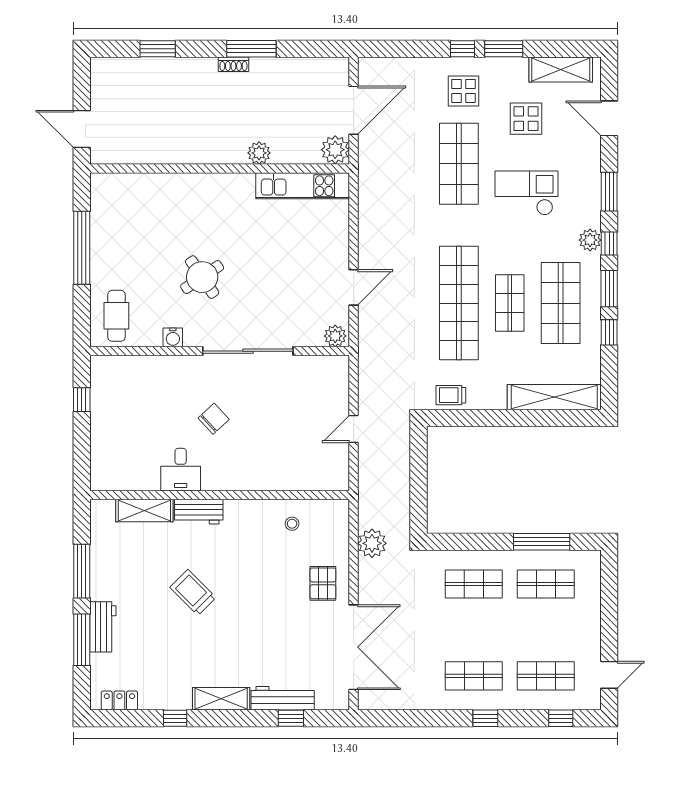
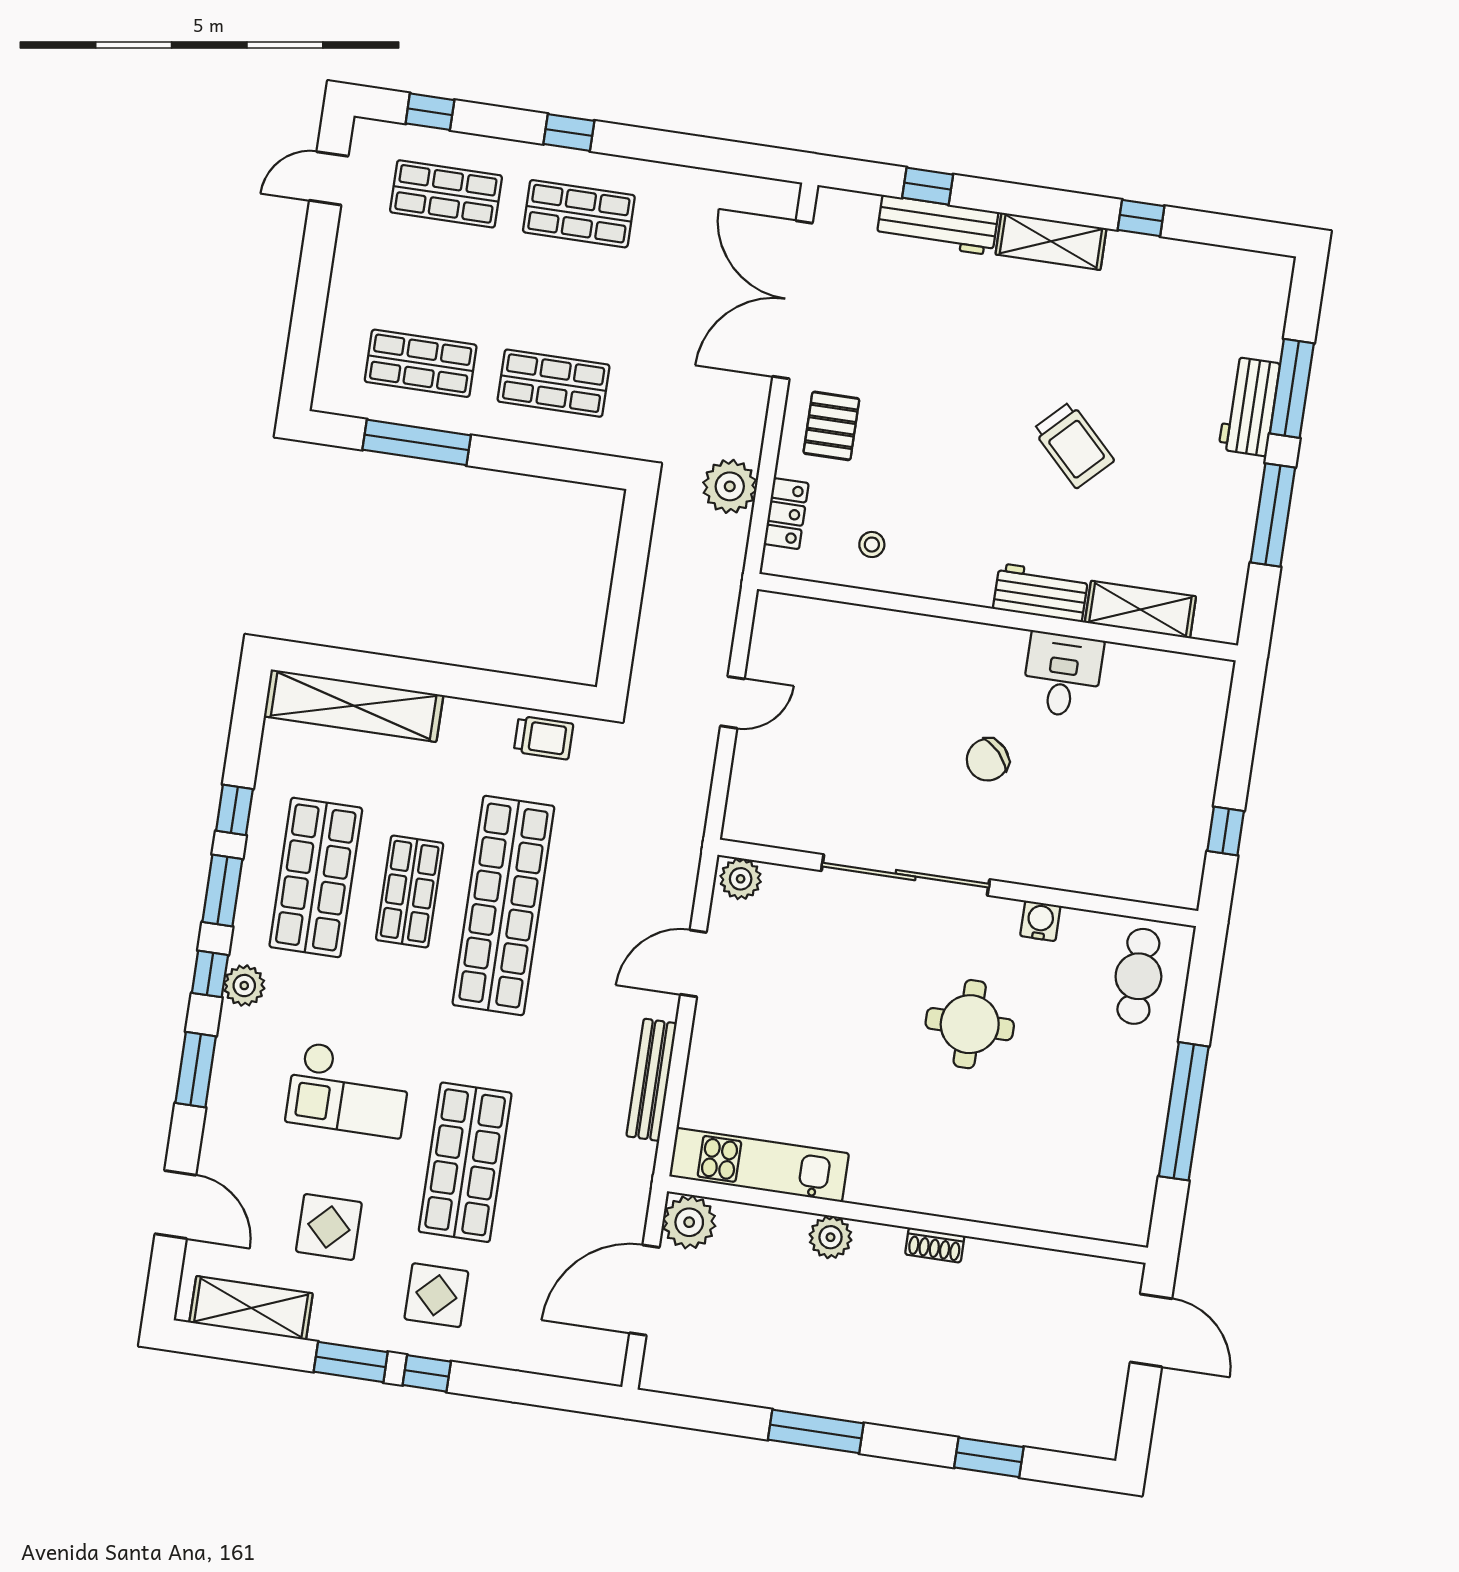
shoe rack: (233, 64) -> (935, 1245), moved, turned 180
bench: (367, 222) -> (651, 1080), added
round table: (202, 277) -> (970, 1024), turned 34
locker: (119, 701) -> (786, 514), moved, turned -90

